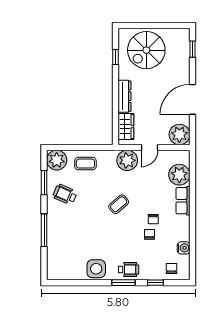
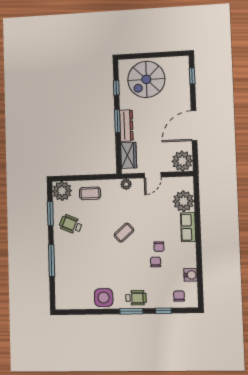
window: (116, 91) -> (117, 121), added
plant: (127, 160) -> (126, 184), width x0.53, depth x0.53

